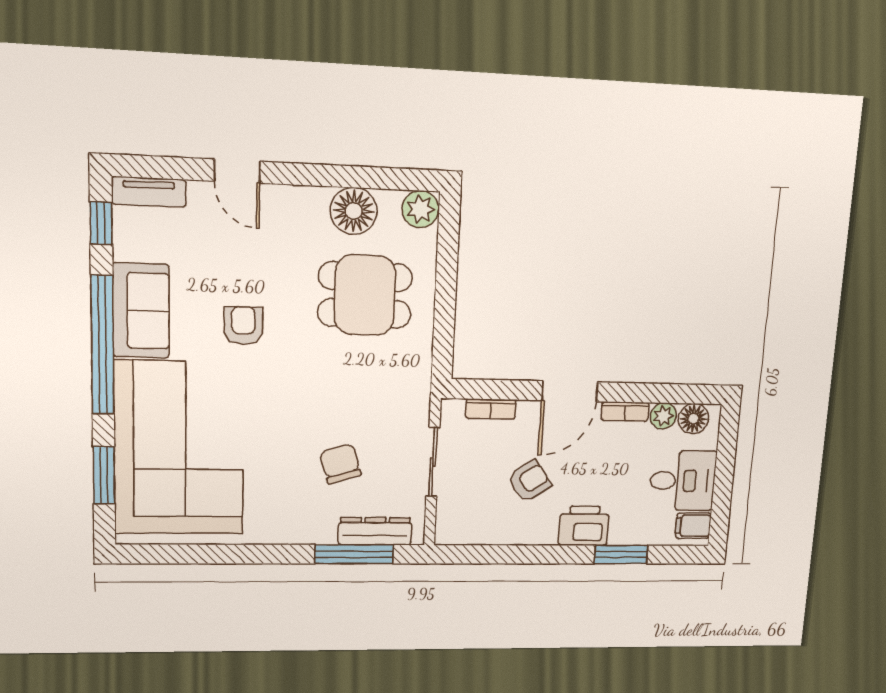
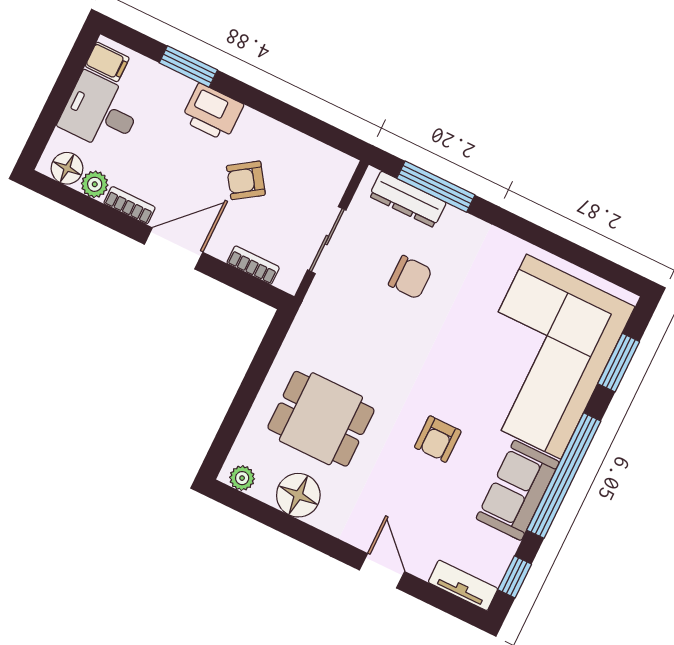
plant: (420, 209) -> (242, 478), width x0.73, depth x0.73
chair: (340, 464) -> (410, 277), turned -73

